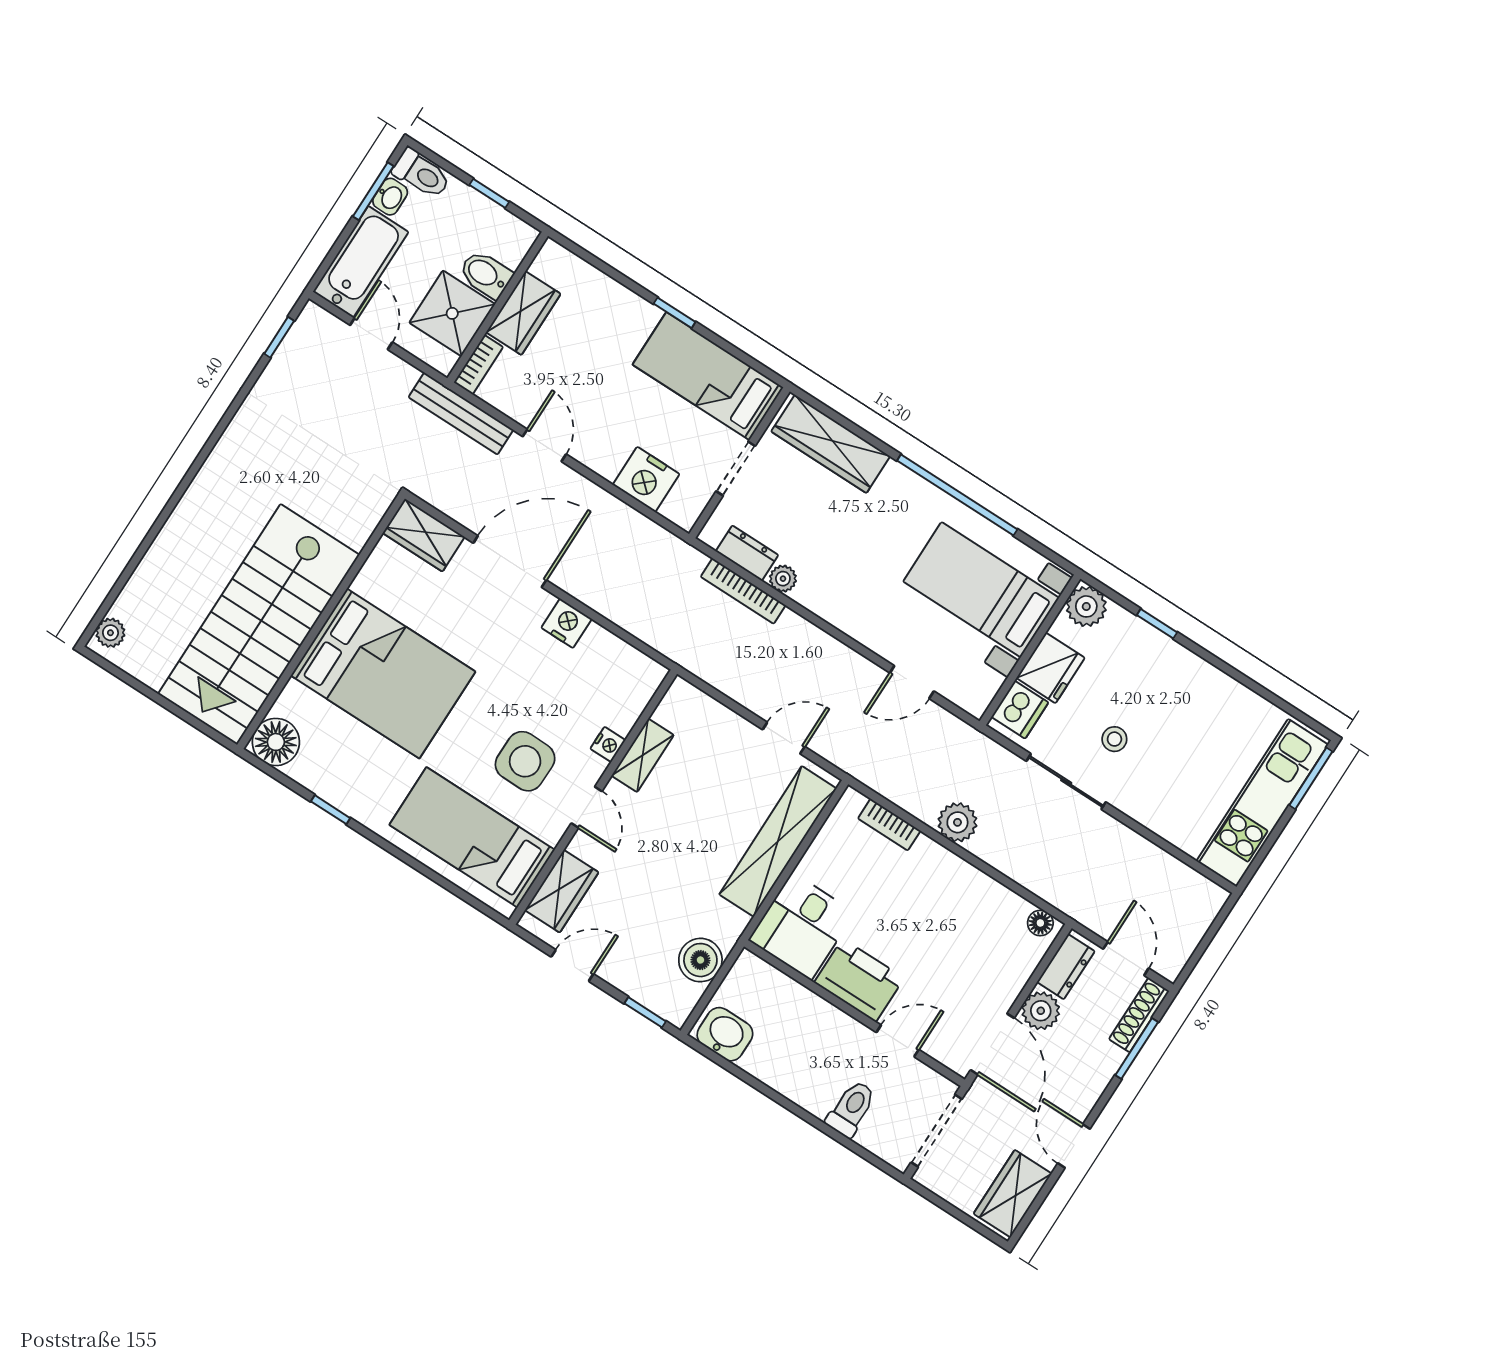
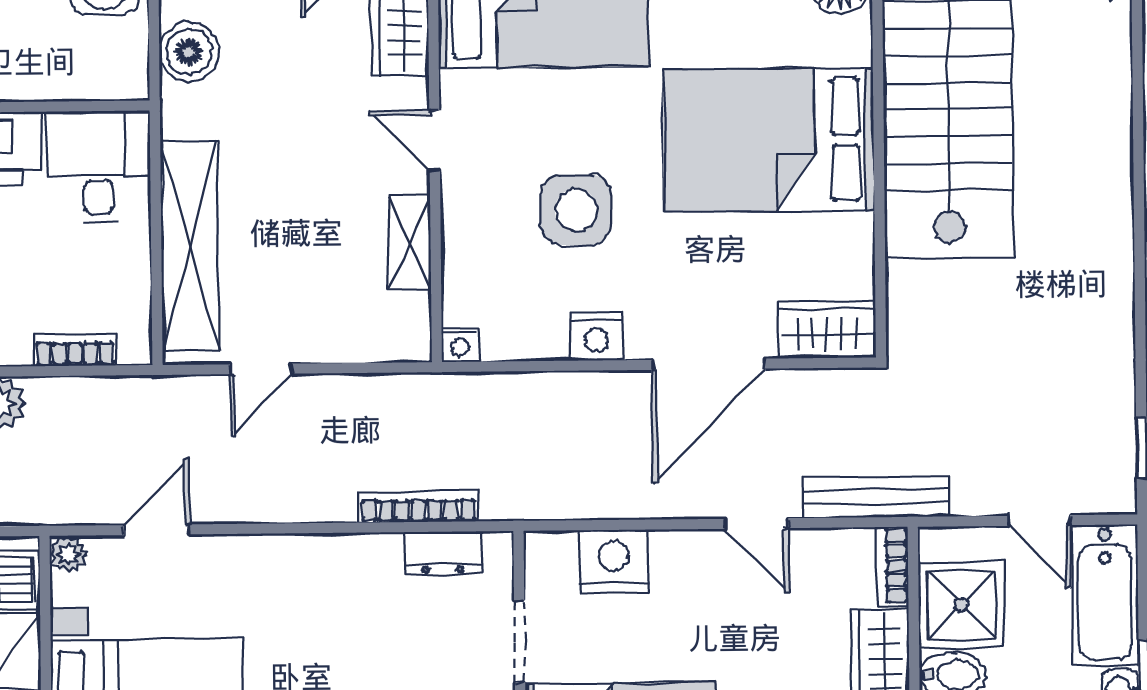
plant: (783, 579) -> (68, 554), moved
nightstand: (608, 744) -> (460, 345), moved, turned -90
side table: (525, 761) -> (576, 210), moved

